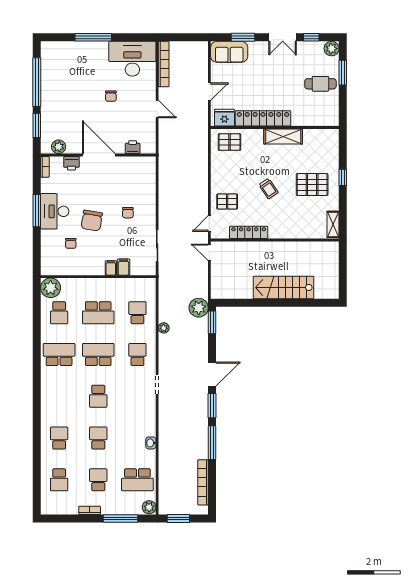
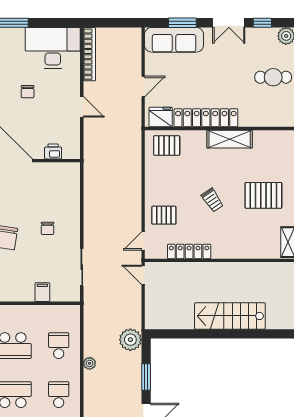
sofa: (229, 52) -> (174, 40), width x1.36
filing cabinet: (111, 268) -> (28, 293), removed
window: (212, 322) -> (146, 377), moved

